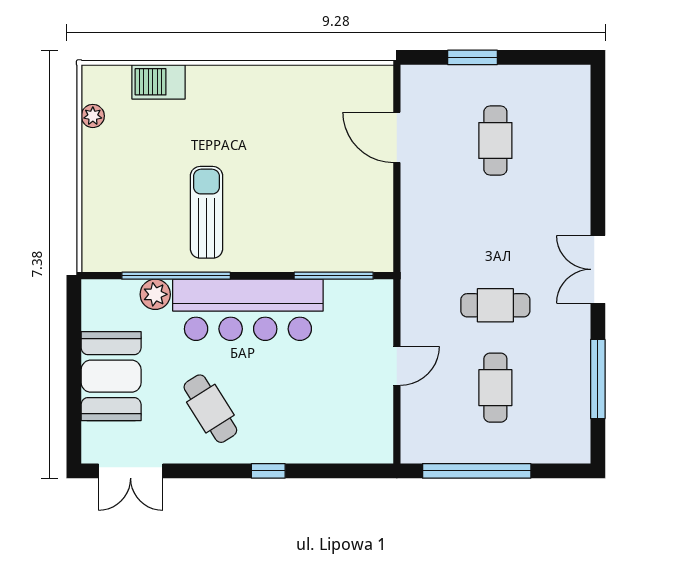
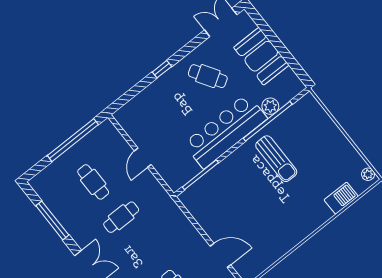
plant: (93, 116) -> (368, 174), moved

